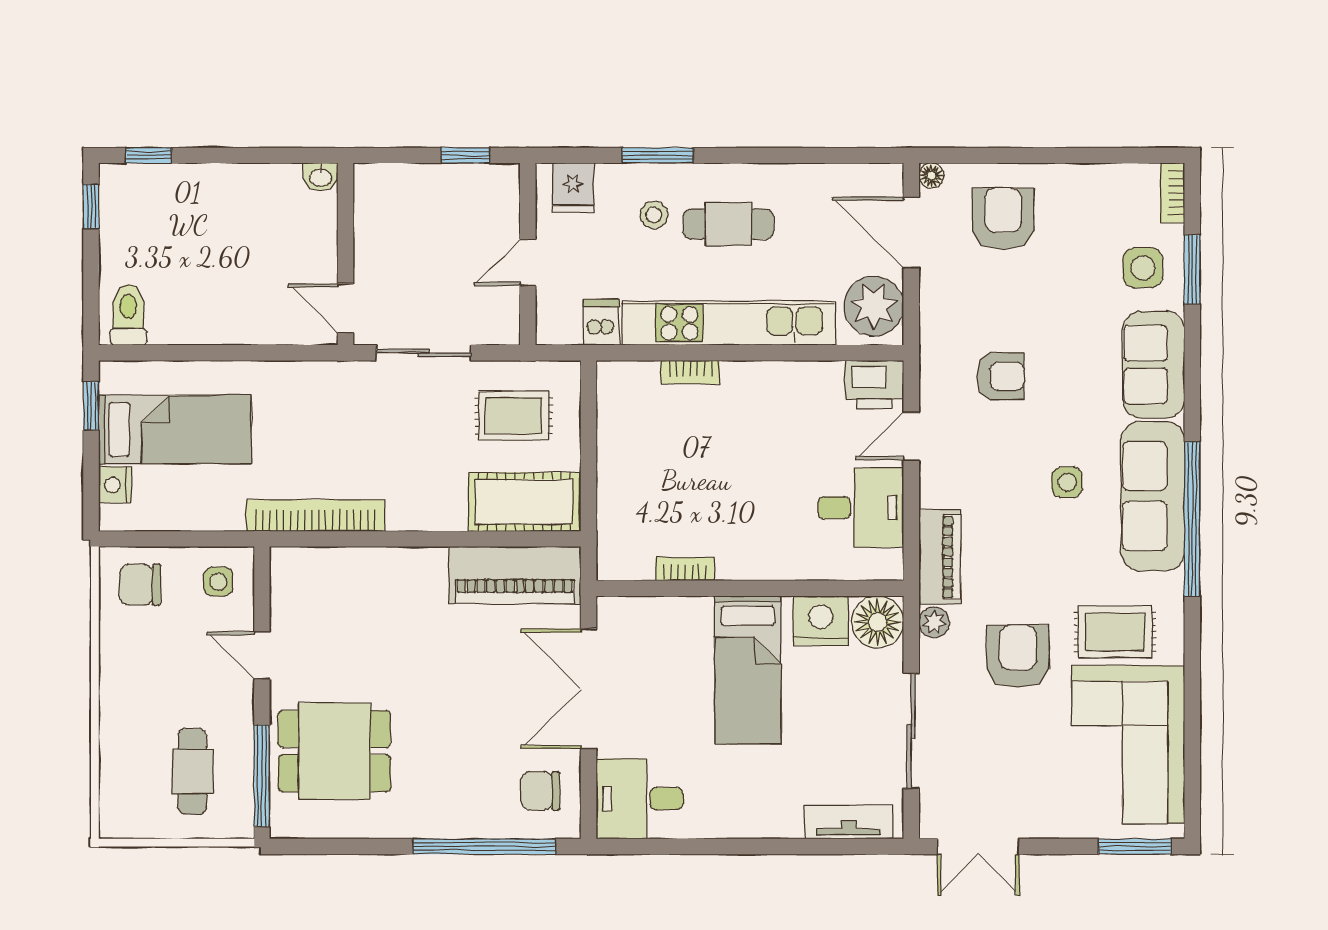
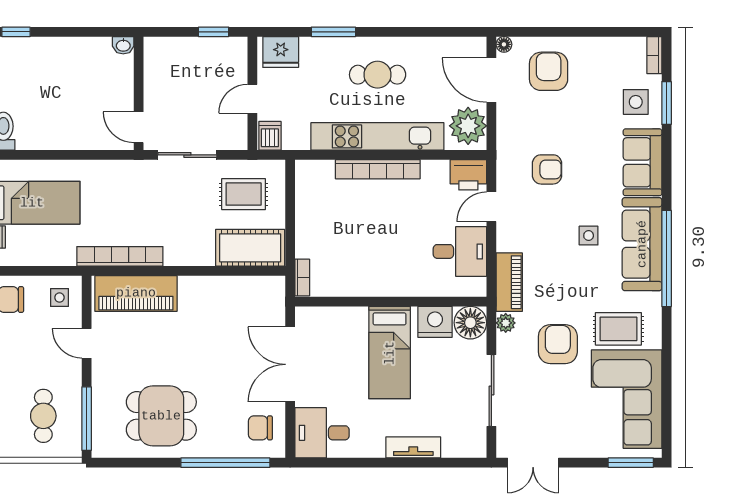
fridge: (573, 188) -> (281, 52), width x1.38
stool: (654, 215) -> (331, 69), removed
dishwasher: (601, 322) -> (270, 136), moved
bookcase: (690, 372) -> (378, 169), width x2.31, depth x1.31
bookcase: (685, 569) -> (302, 278), moved, turned 90
piano: (515, 575) -> (136, 293), moved
dining table: (334, 751) -> (161, 416), moved
tv unit: (849, 822) -> (413, 447), moved

